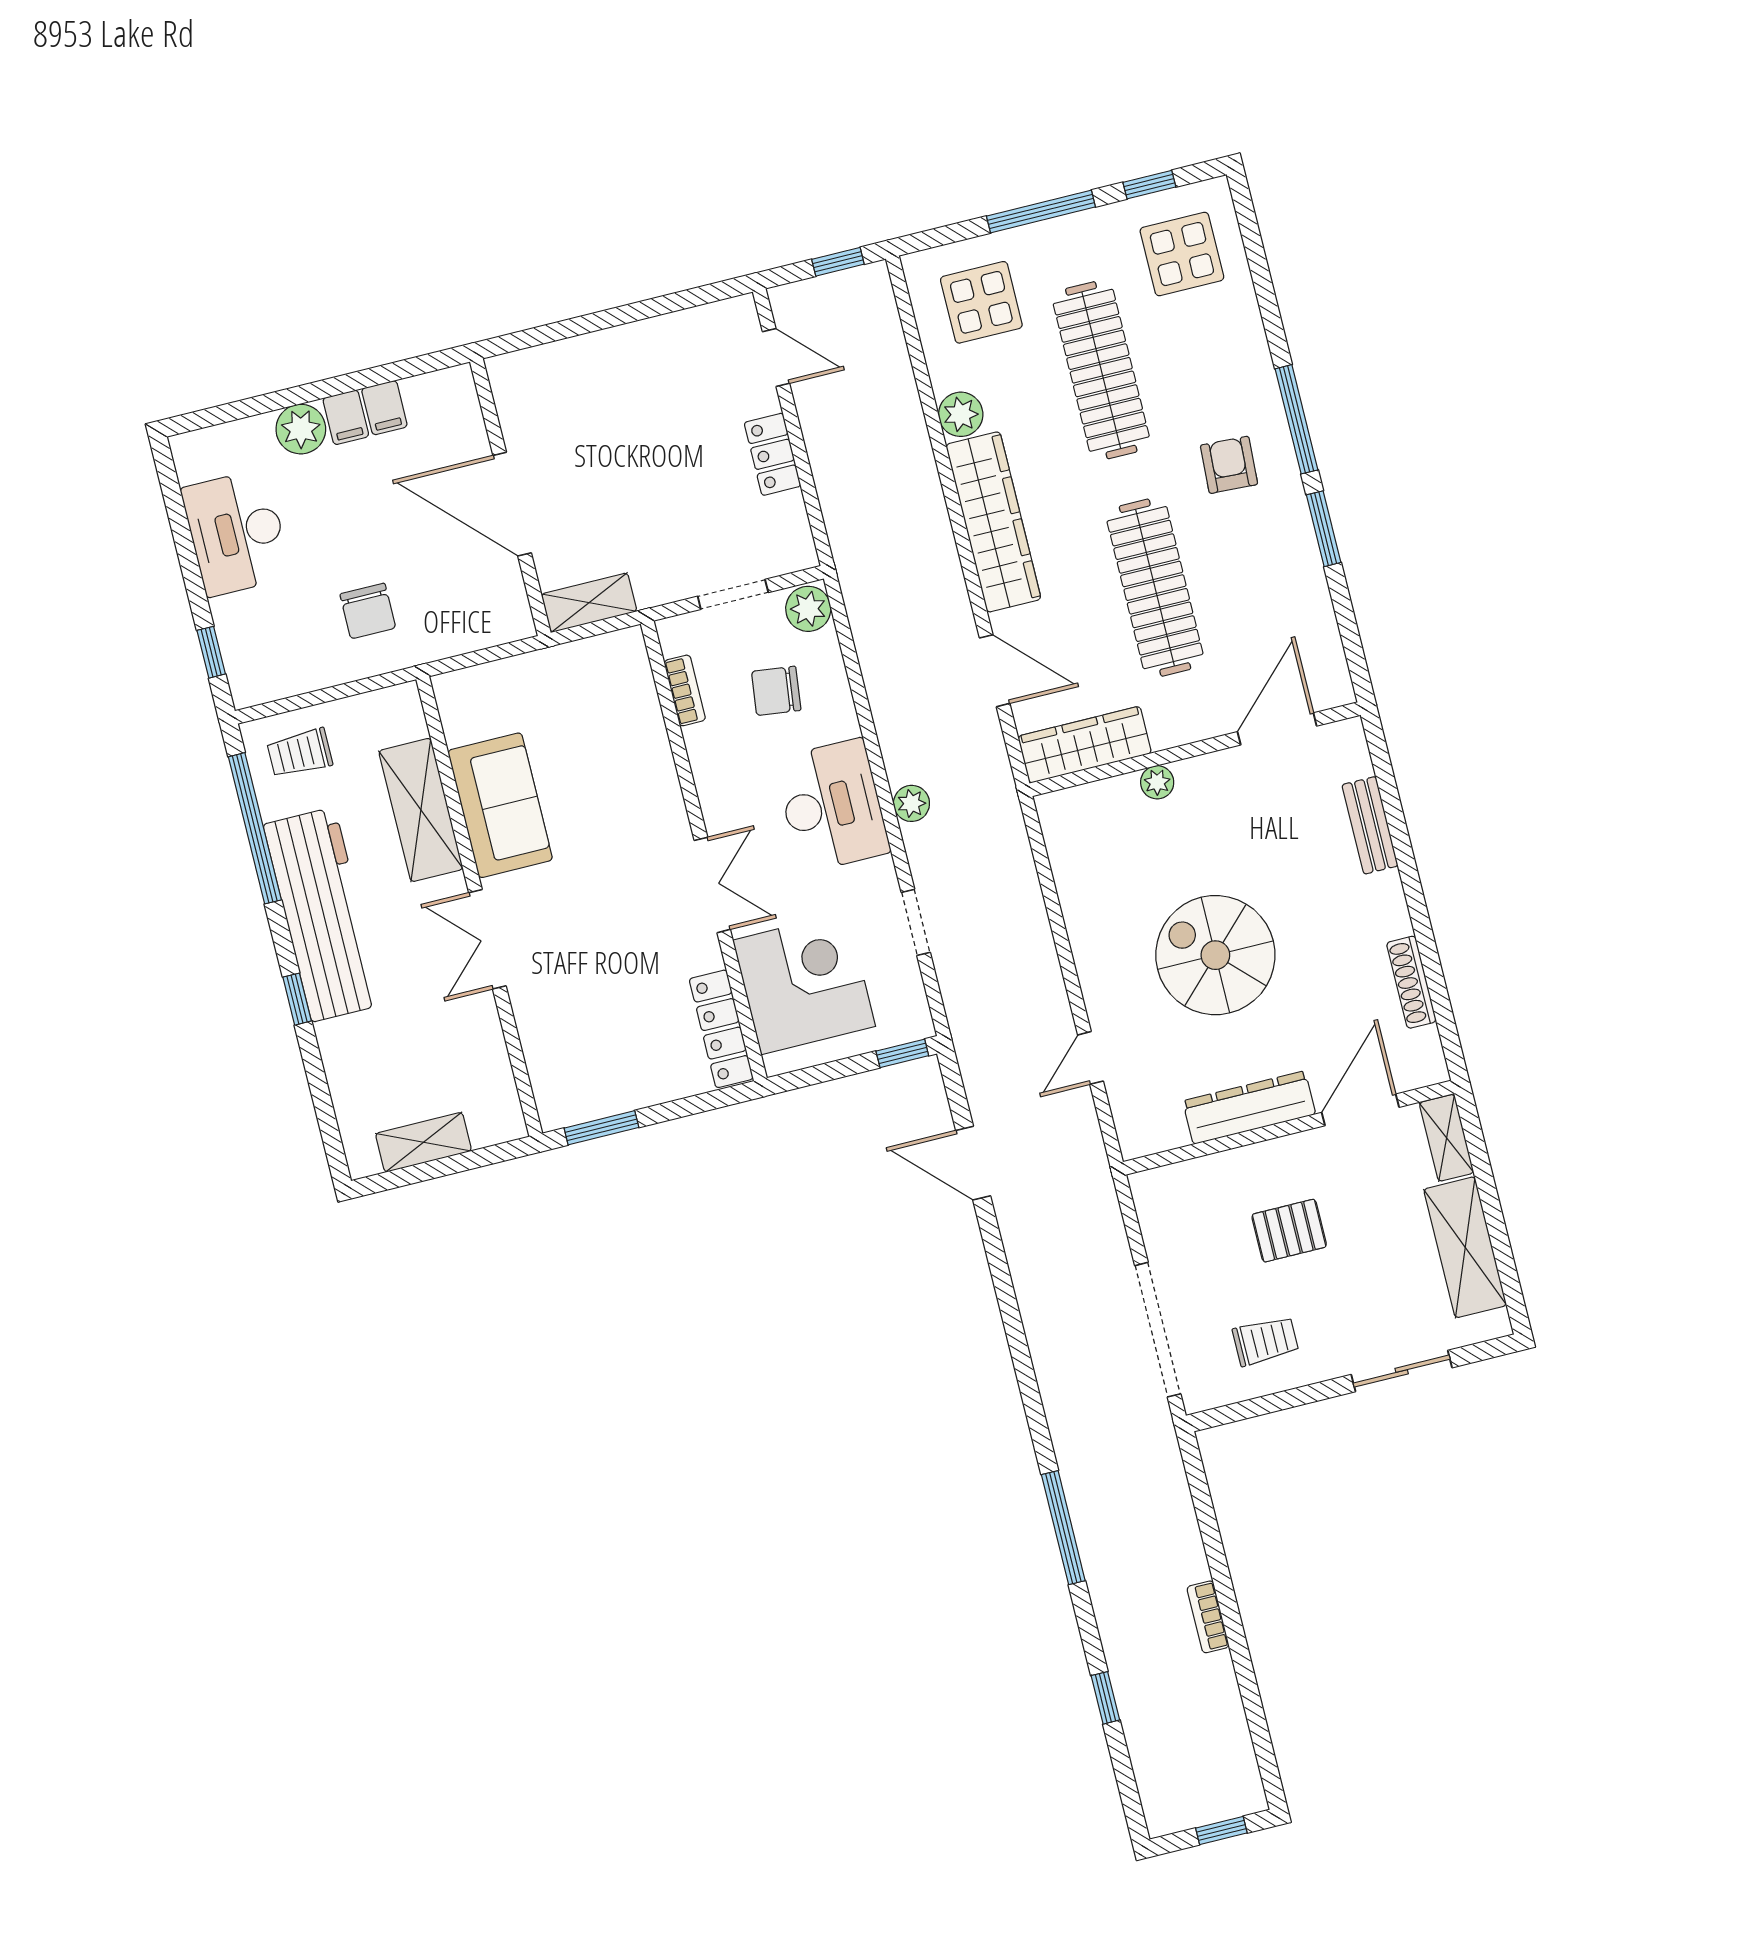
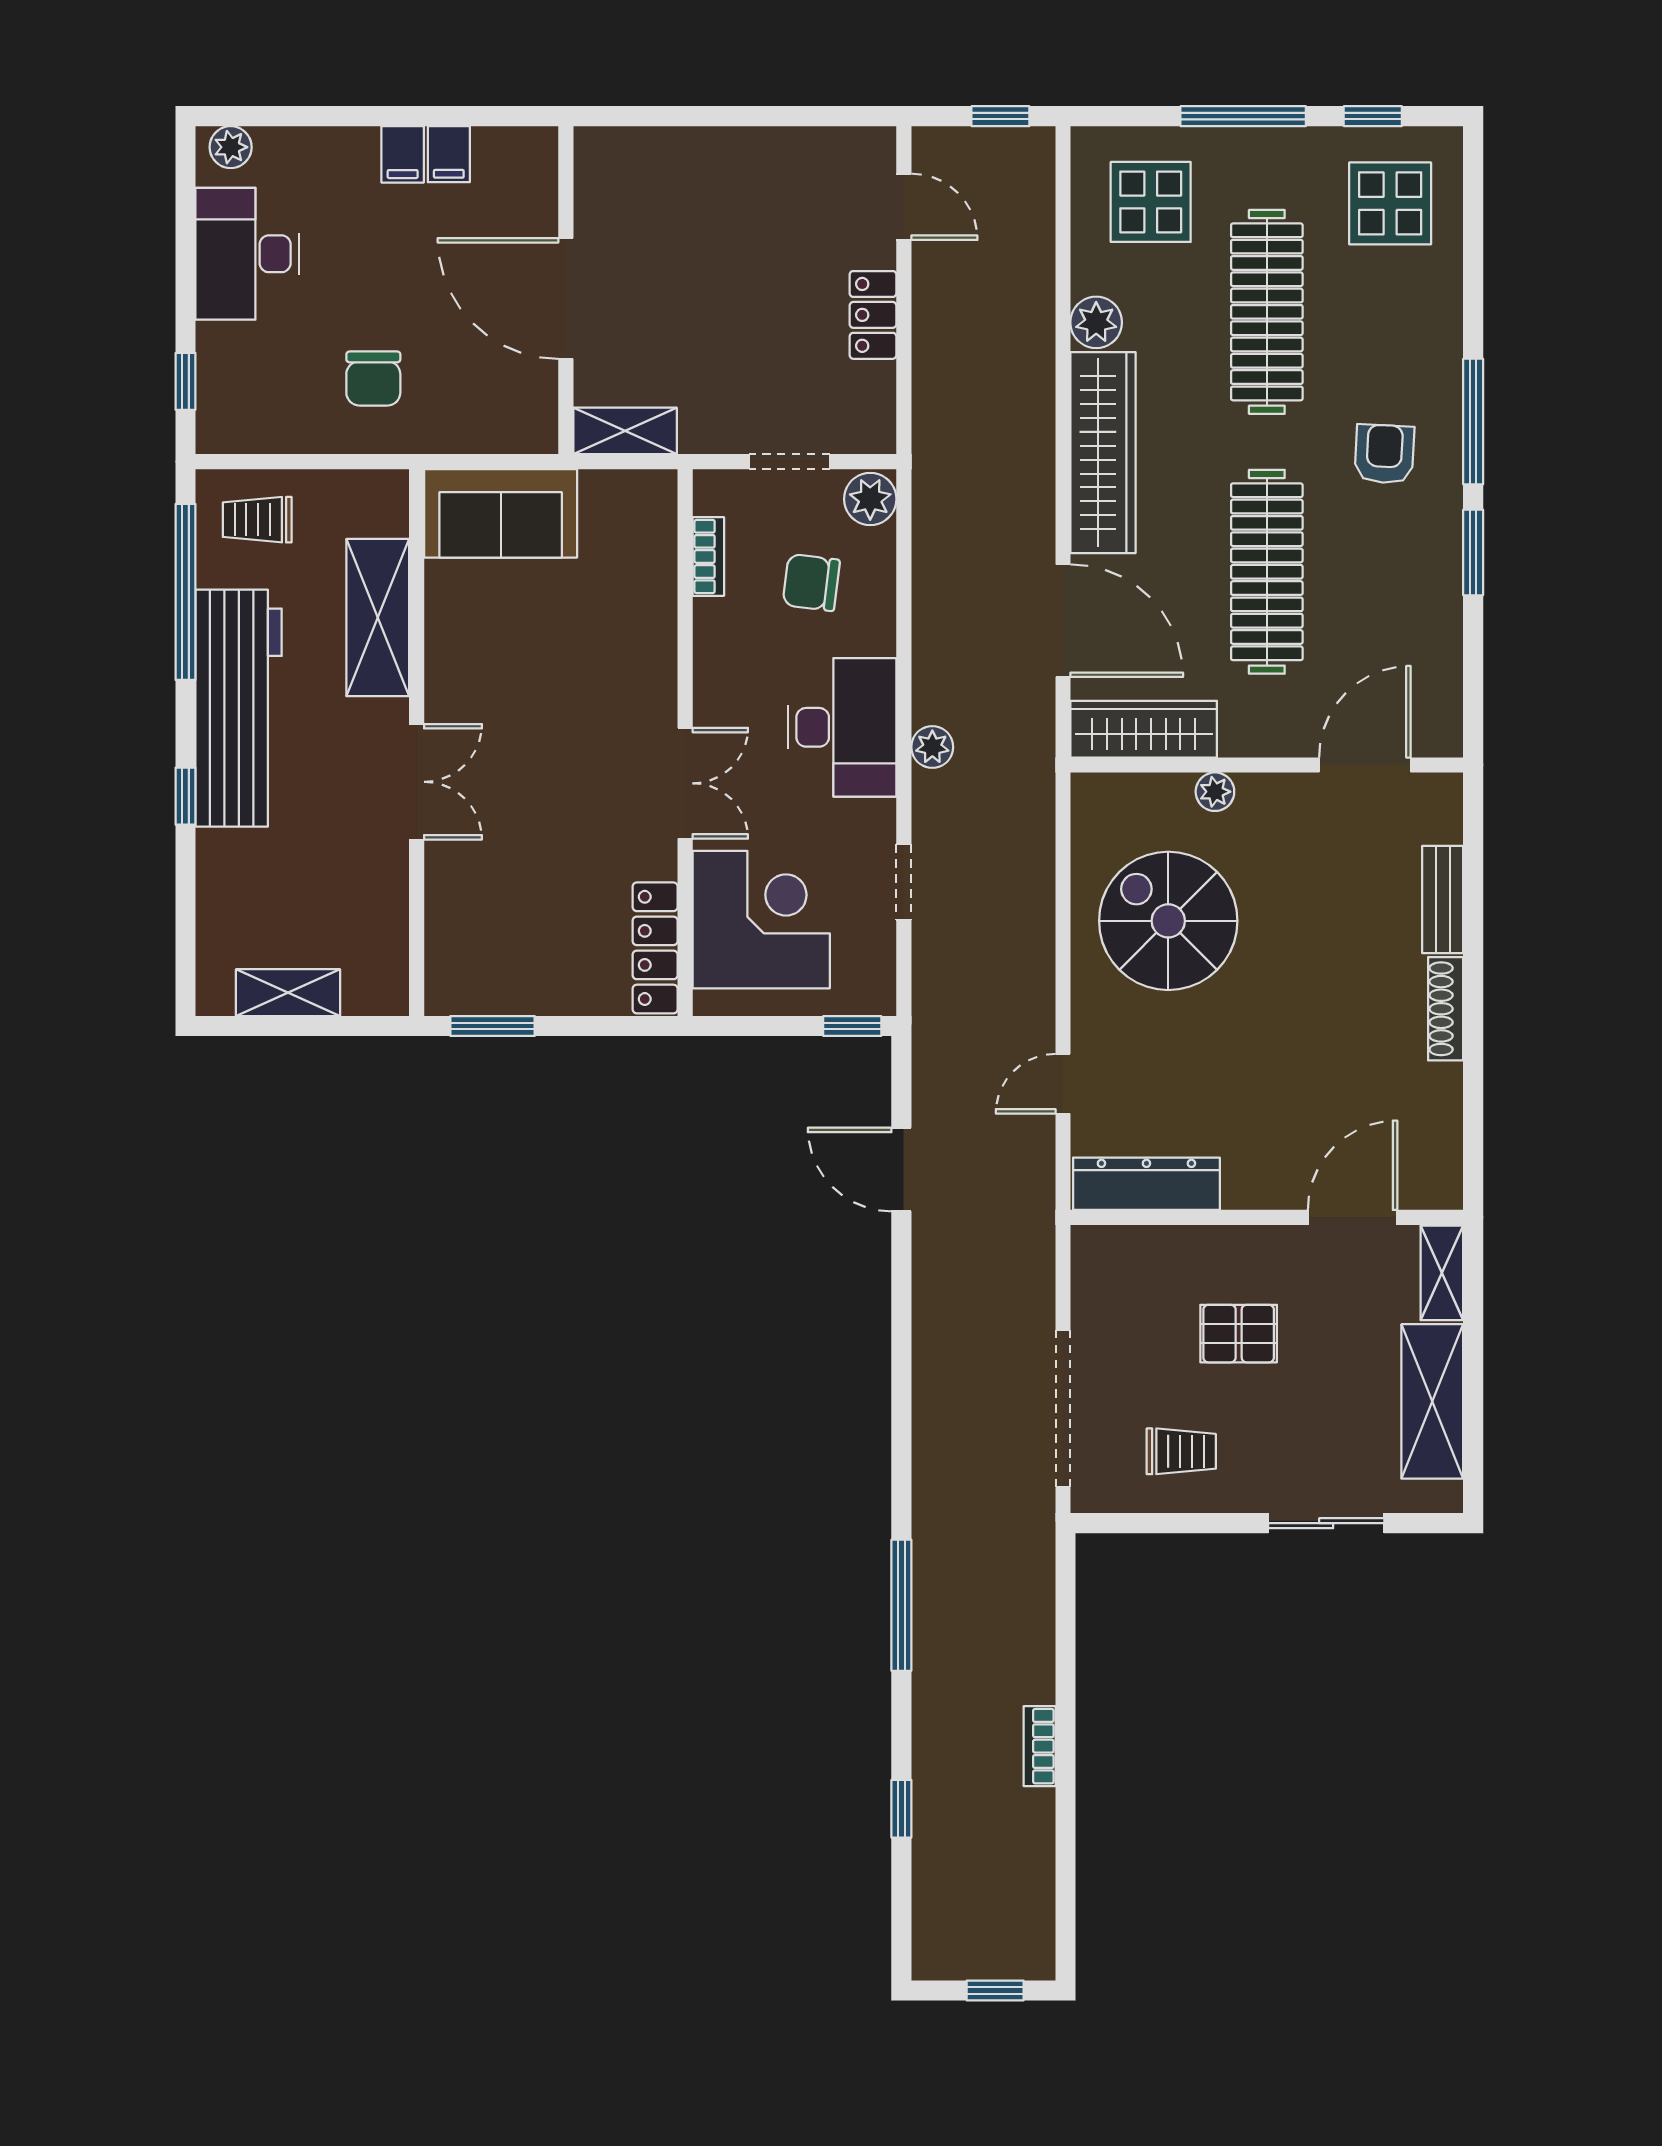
plant: (301, 429) -> (231, 147), moved, width x0.73, depth x0.73
door: (995, 671) -> (1063, 621), width x1.36
sofa: (500, 805) -> (501, 513), moved, turned 90
double door: (487, 939) -> (417, 782), swing flipped
spiral stairs: (1215, 955) -> (1168, 921), moved
shoe rack: (1411, 982) -> (1446, 1009), moved
dresser: (1249, 1108) -> (1146, 1184), moved

